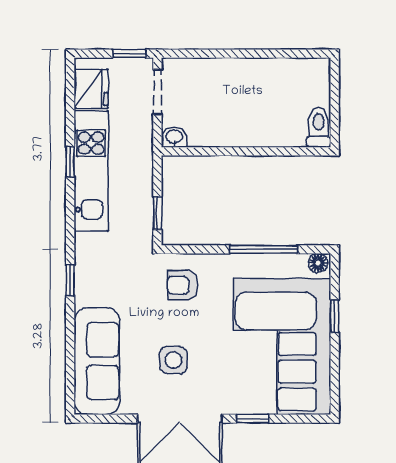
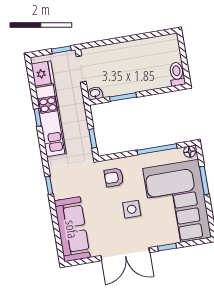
window: (221, 151) -> (123, 97), added
window: (335, 316) -> (204, 180), width x1.50
side table: (173, 360) -> (132, 209), moved

